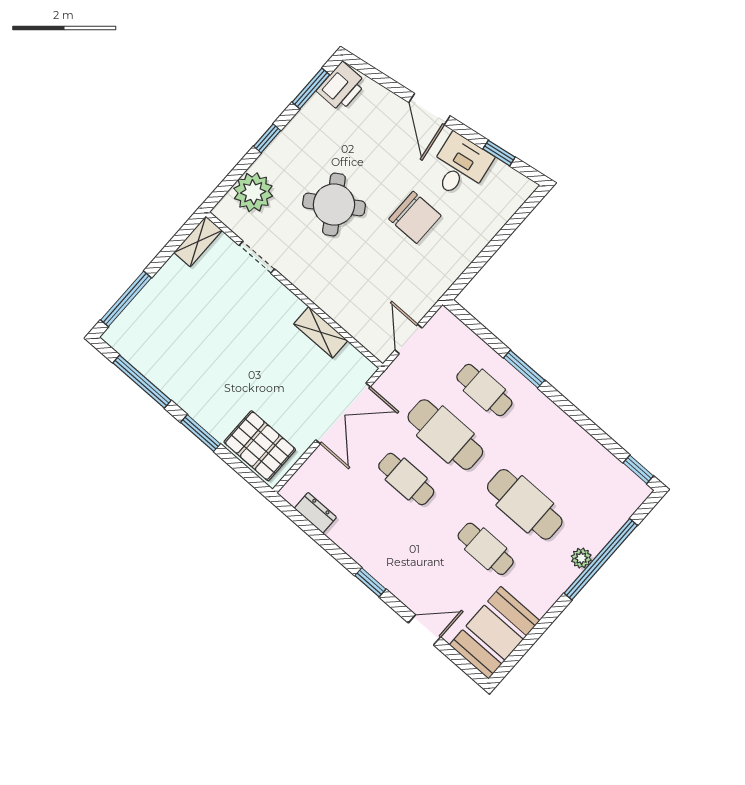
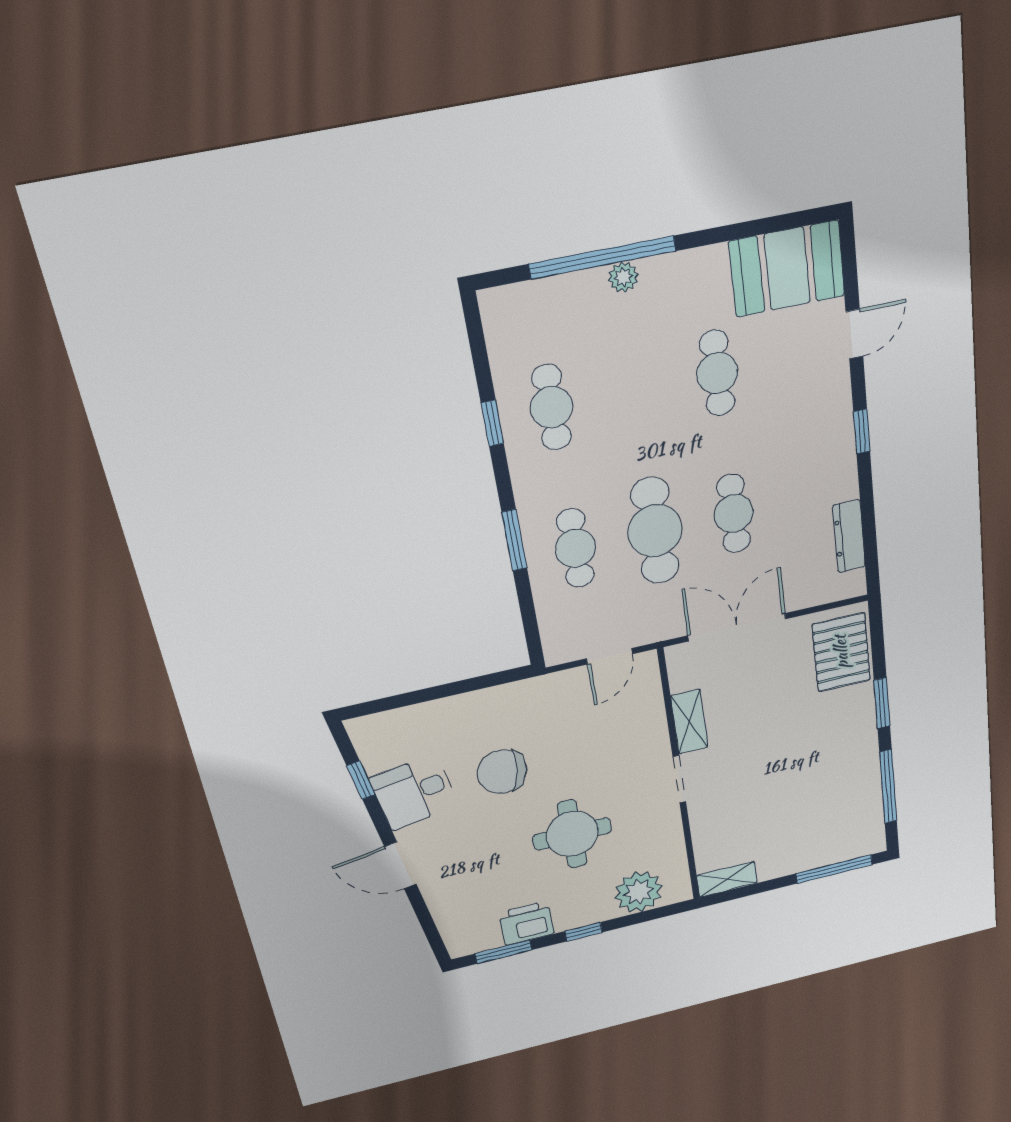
printer: (341, 87) -> (526, 923), moved
door: (429, 109) -> (400, 866), swing flipped
round table: (334, 205) -> (572, 834), turned 33
chair: (415, 217) -> (502, 772), turned -81
doorway: (257, 257) -> (679, 779), moved
window: (638, 469) -> (492, 423), moved
cafe table: (525, 504) -> (552, 407), moved, width x0.73, depth x0.74
dresser: (315, 513) -> (849, 536), width x1.44
door: (425, 630) -> (854, 334), swing flipped

